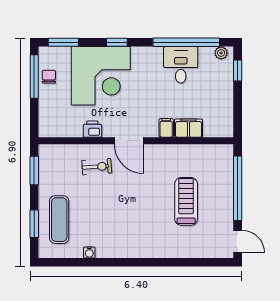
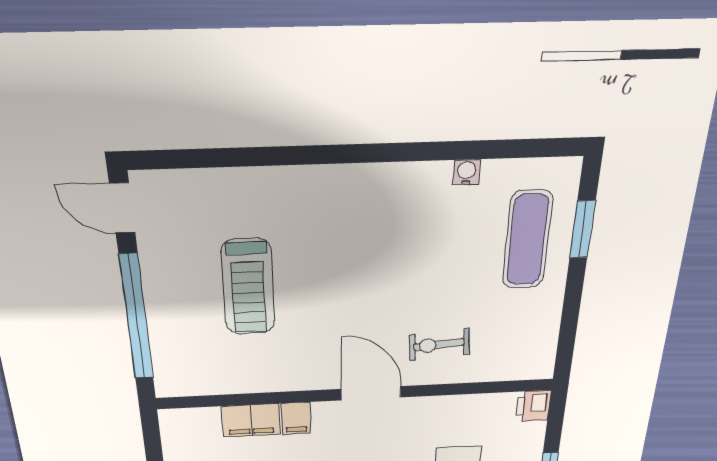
printer: (92, 129) -> (533, 406), moved, turned 90
window: (34, 170) -> (568, 332), removed

